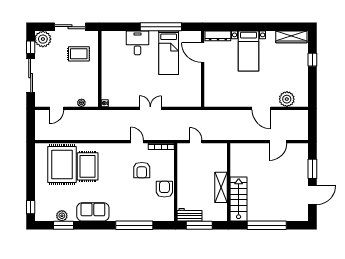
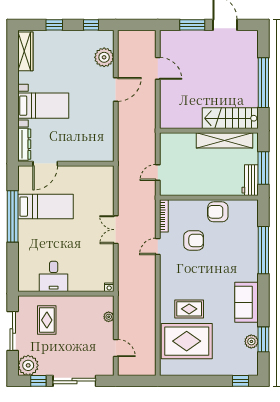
desk: (137, 43) -> (54, 276), moved, turned -90
window: (312, 89) -> (91, 25), added
rug: (88, 166) -> (189, 309), width x0.73, depth x0.70
shelving: (221, 187) -> (224, 140), width x1.47

